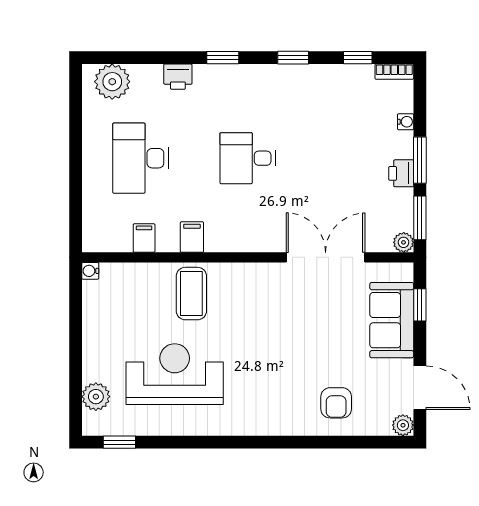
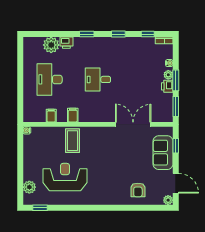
plant: (112, 82) -> (51, 45), moved
plant: (404, 242) -> (168, 75), moved

